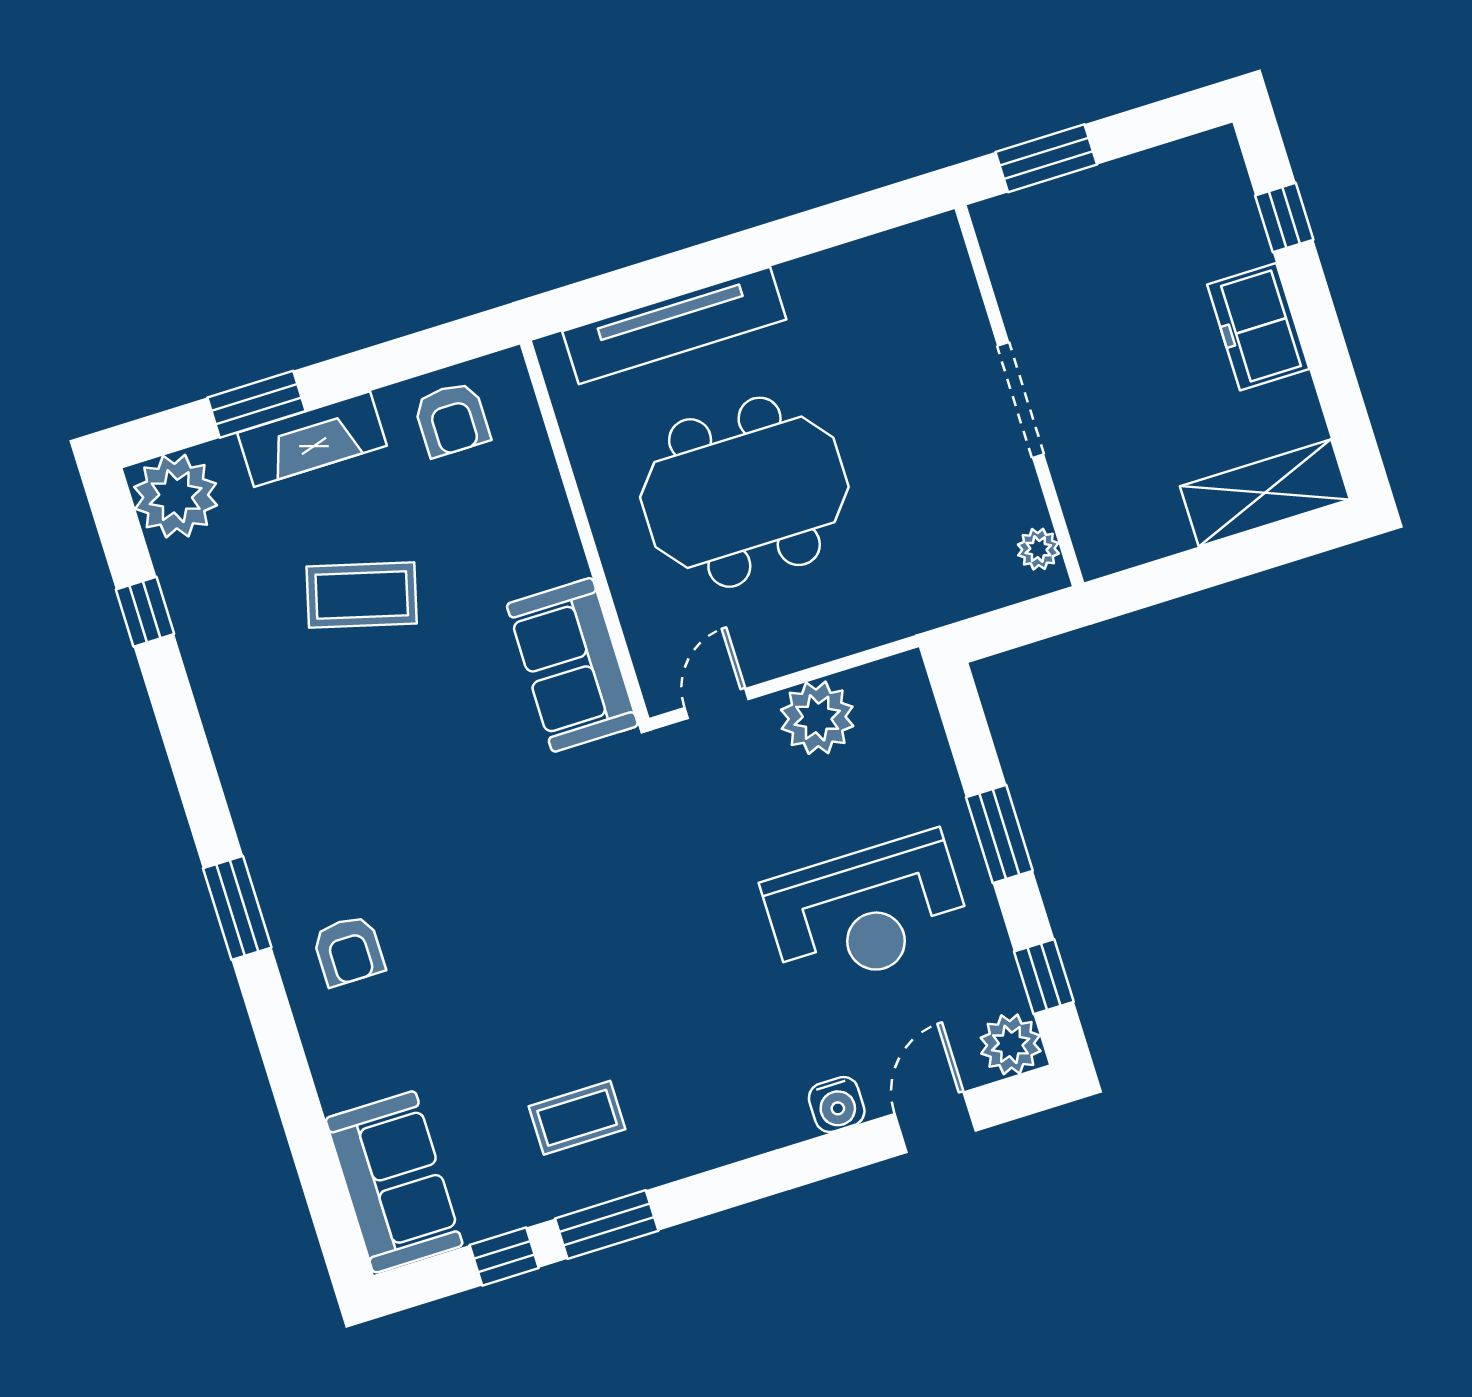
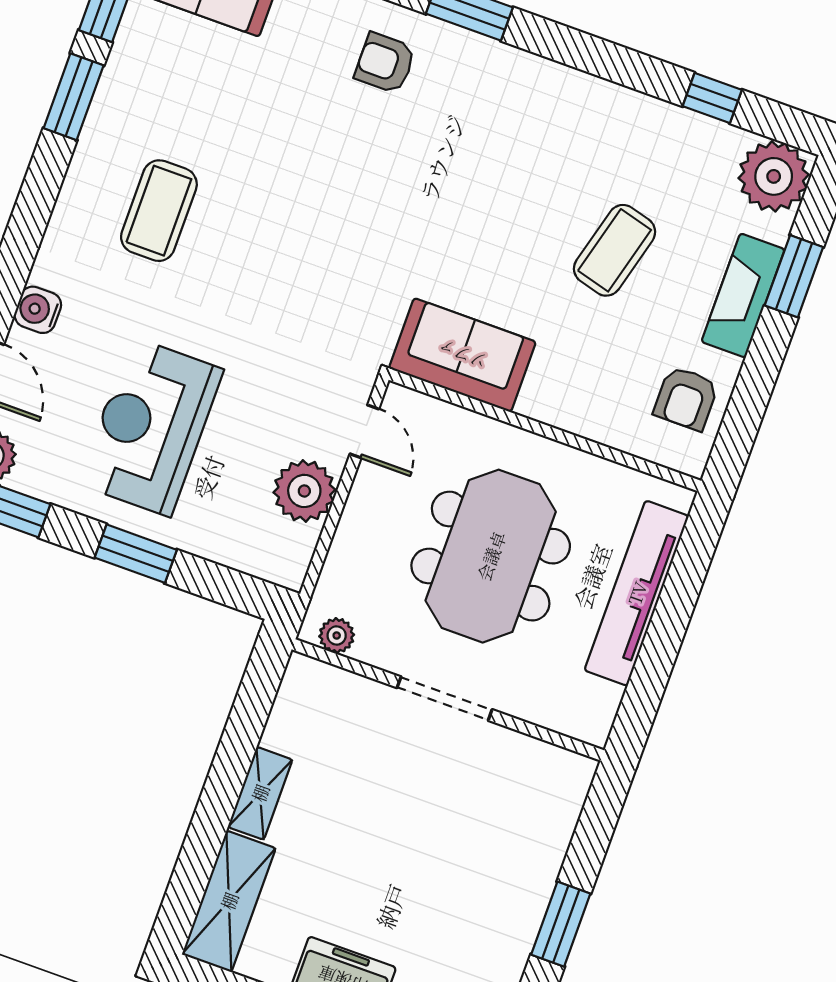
wall: (1019, 396) -> (448, 700), moved
doorway: (1021, 400) -> (445, 699), moved
armchair: (452, 419) -> (686, 398), turned -90
shelving: (1139, 541) -> (260, 793), added
plant: (1038, 549) -> (337, 635), moved
coffee table: (577, 1118) -> (159, 211), moved, width x1.36, depth x1.30

